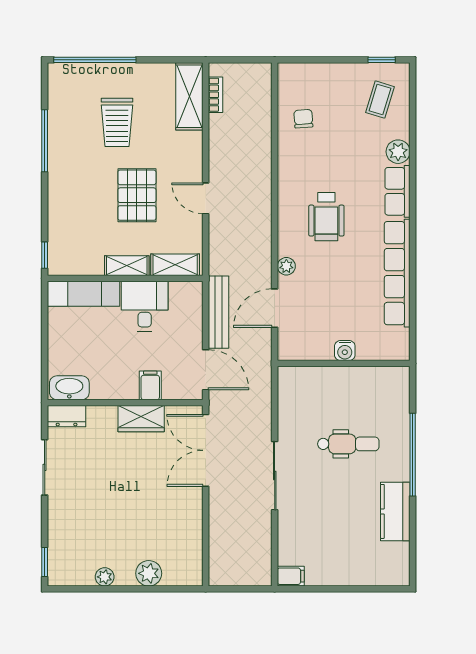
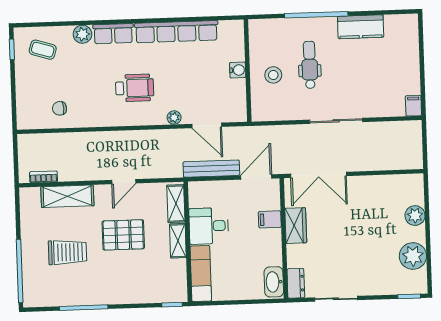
shelving: (189, 96) -> (67, 196), moved
stool: (337, 396) -> (273, 75), added
plant: (105, 577) -> (413, 256), width x1.88, depth x1.88

